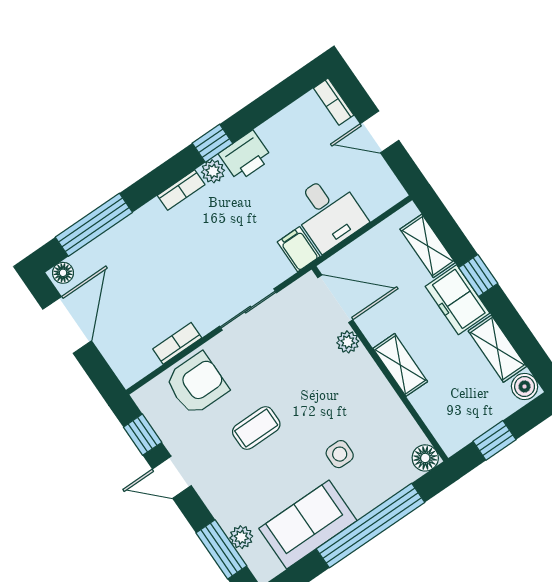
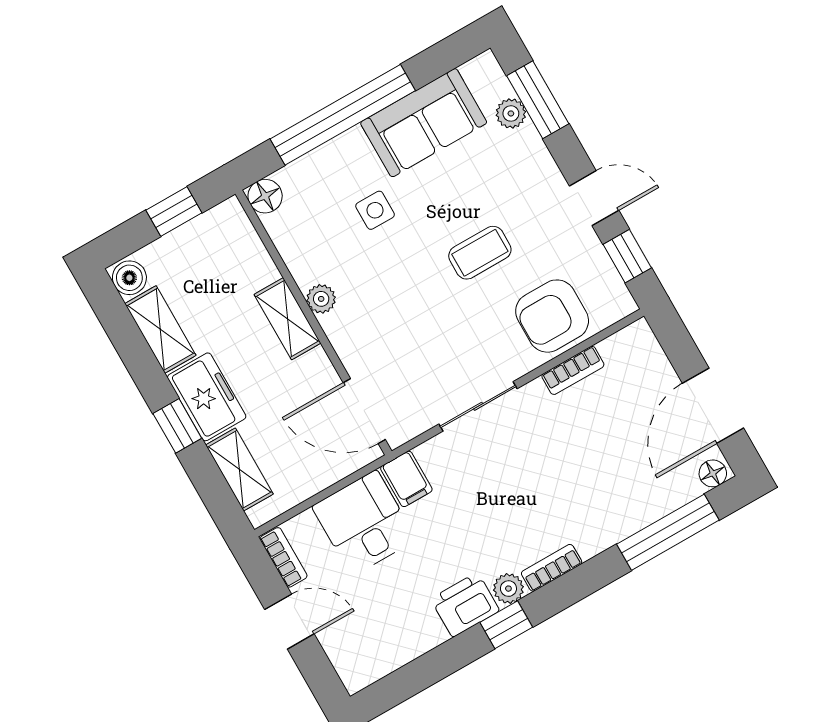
bookcase: (334, 102) -> (284, 557), moved
plant: (348, 342) -> (321, 299), moved

